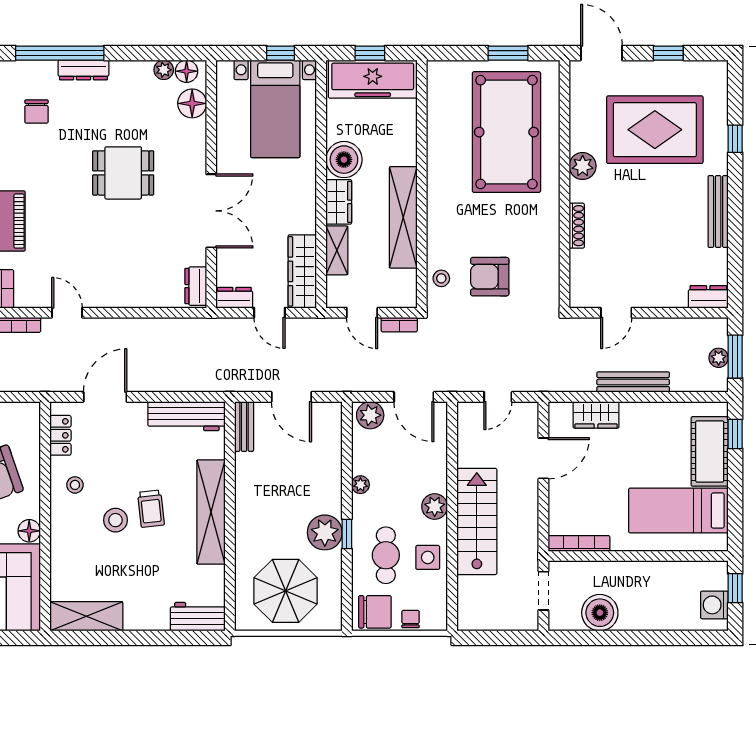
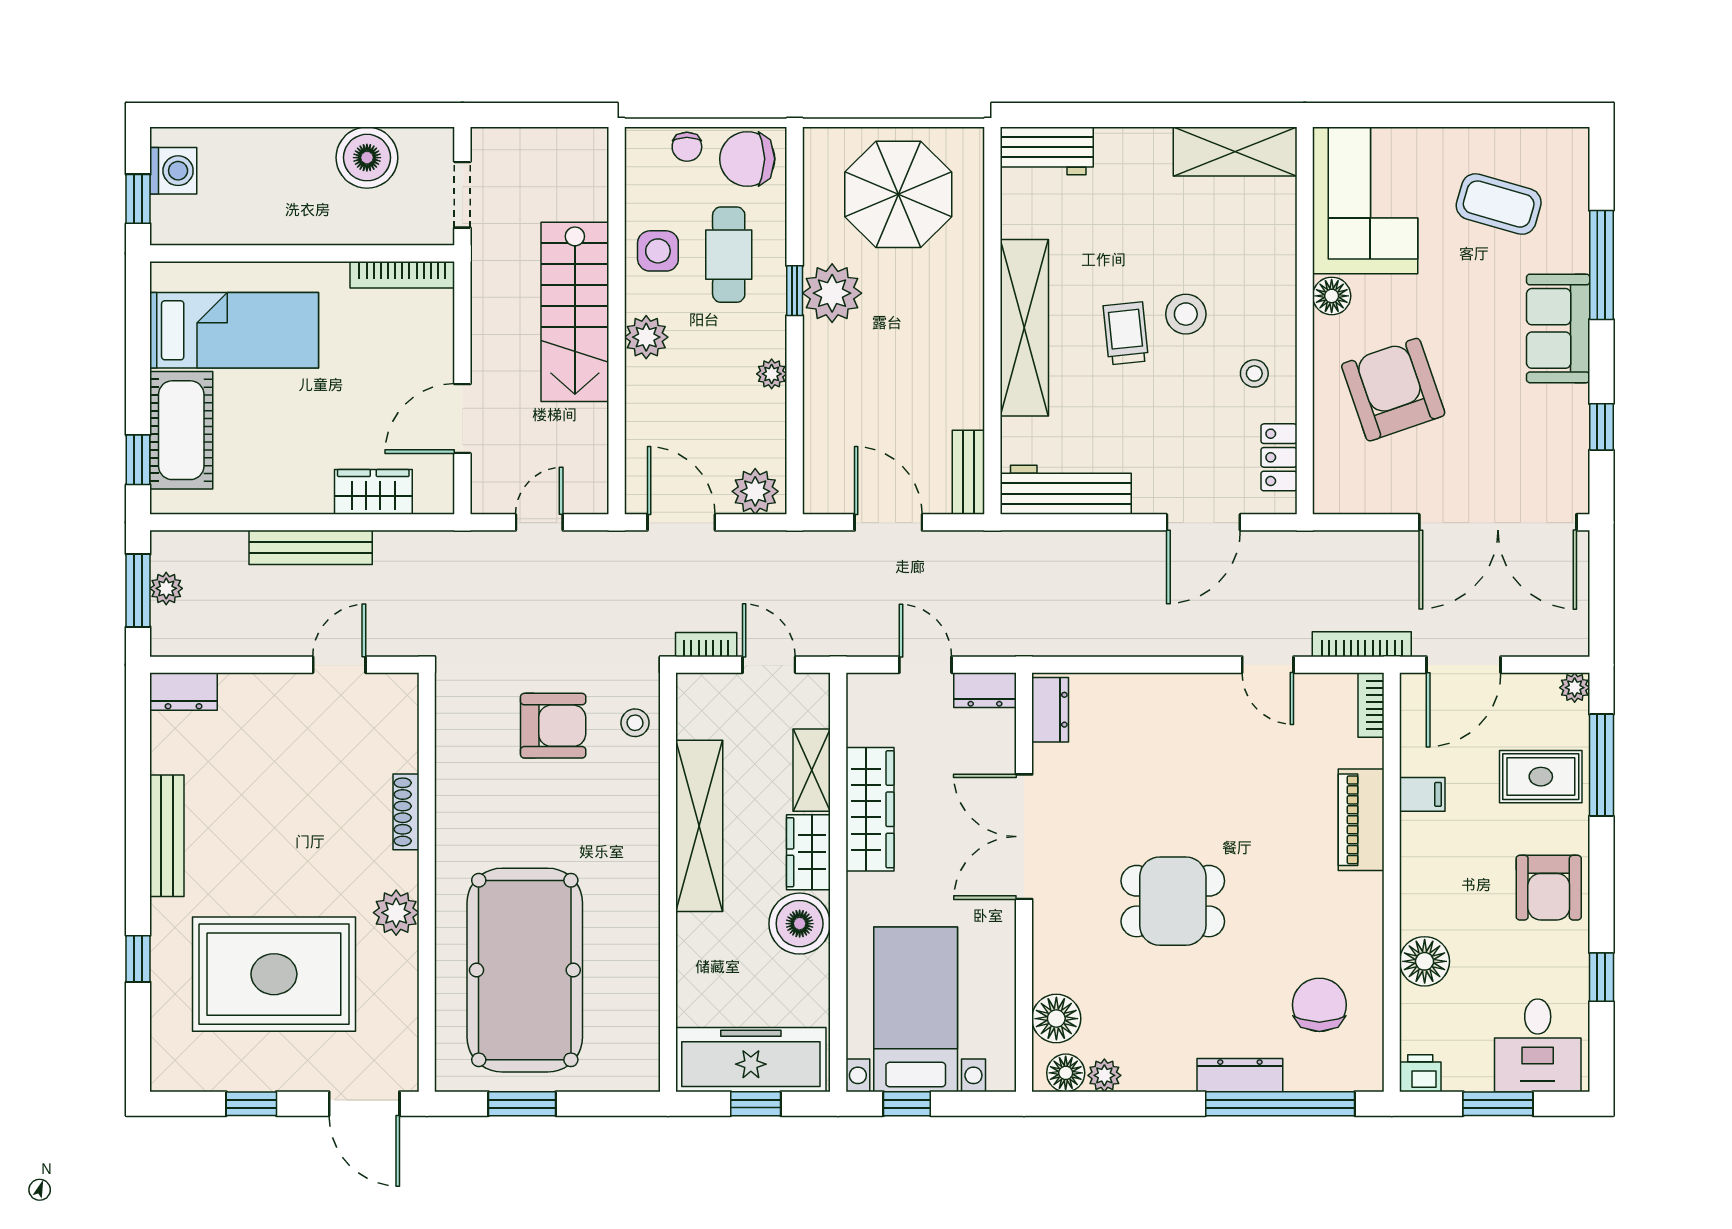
chair: (36, 112) -> (1319, 1005), width x1.37, depth x1.37
wardrobe: (302, 271) -> (870, 809), moved

